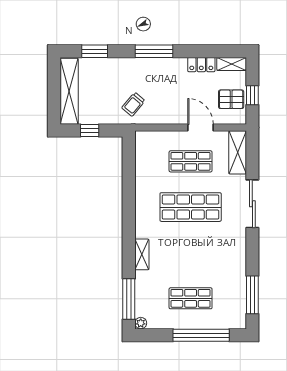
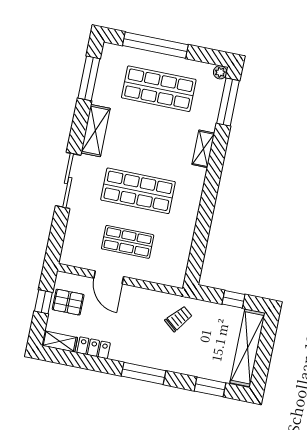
shelving: (238, 152) -> (95, 131), moved
shop shelf: (191, 298) -> (159, 89), width x1.43, depth x1.36

